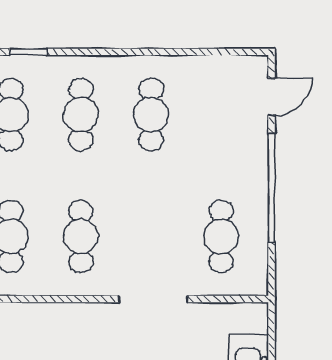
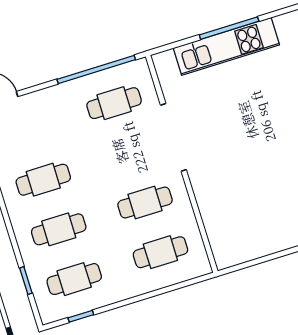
window: (272, 188) -> (96, 69), moved
doorway: (153, 299) -> (173, 137), width x1.36

